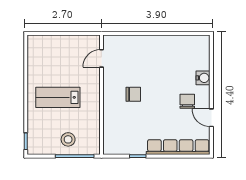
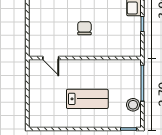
lab bench: (58, 97) -> (87, 99), turned -90
stool: (68, 139) -> (133, 105), moved

